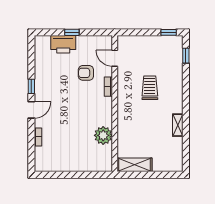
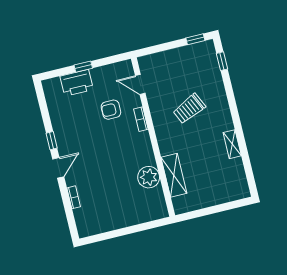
trolley: (150, 88) -> (189, 109), turned -115
shelving: (135, 165) -> (174, 175), moved, turned 90

